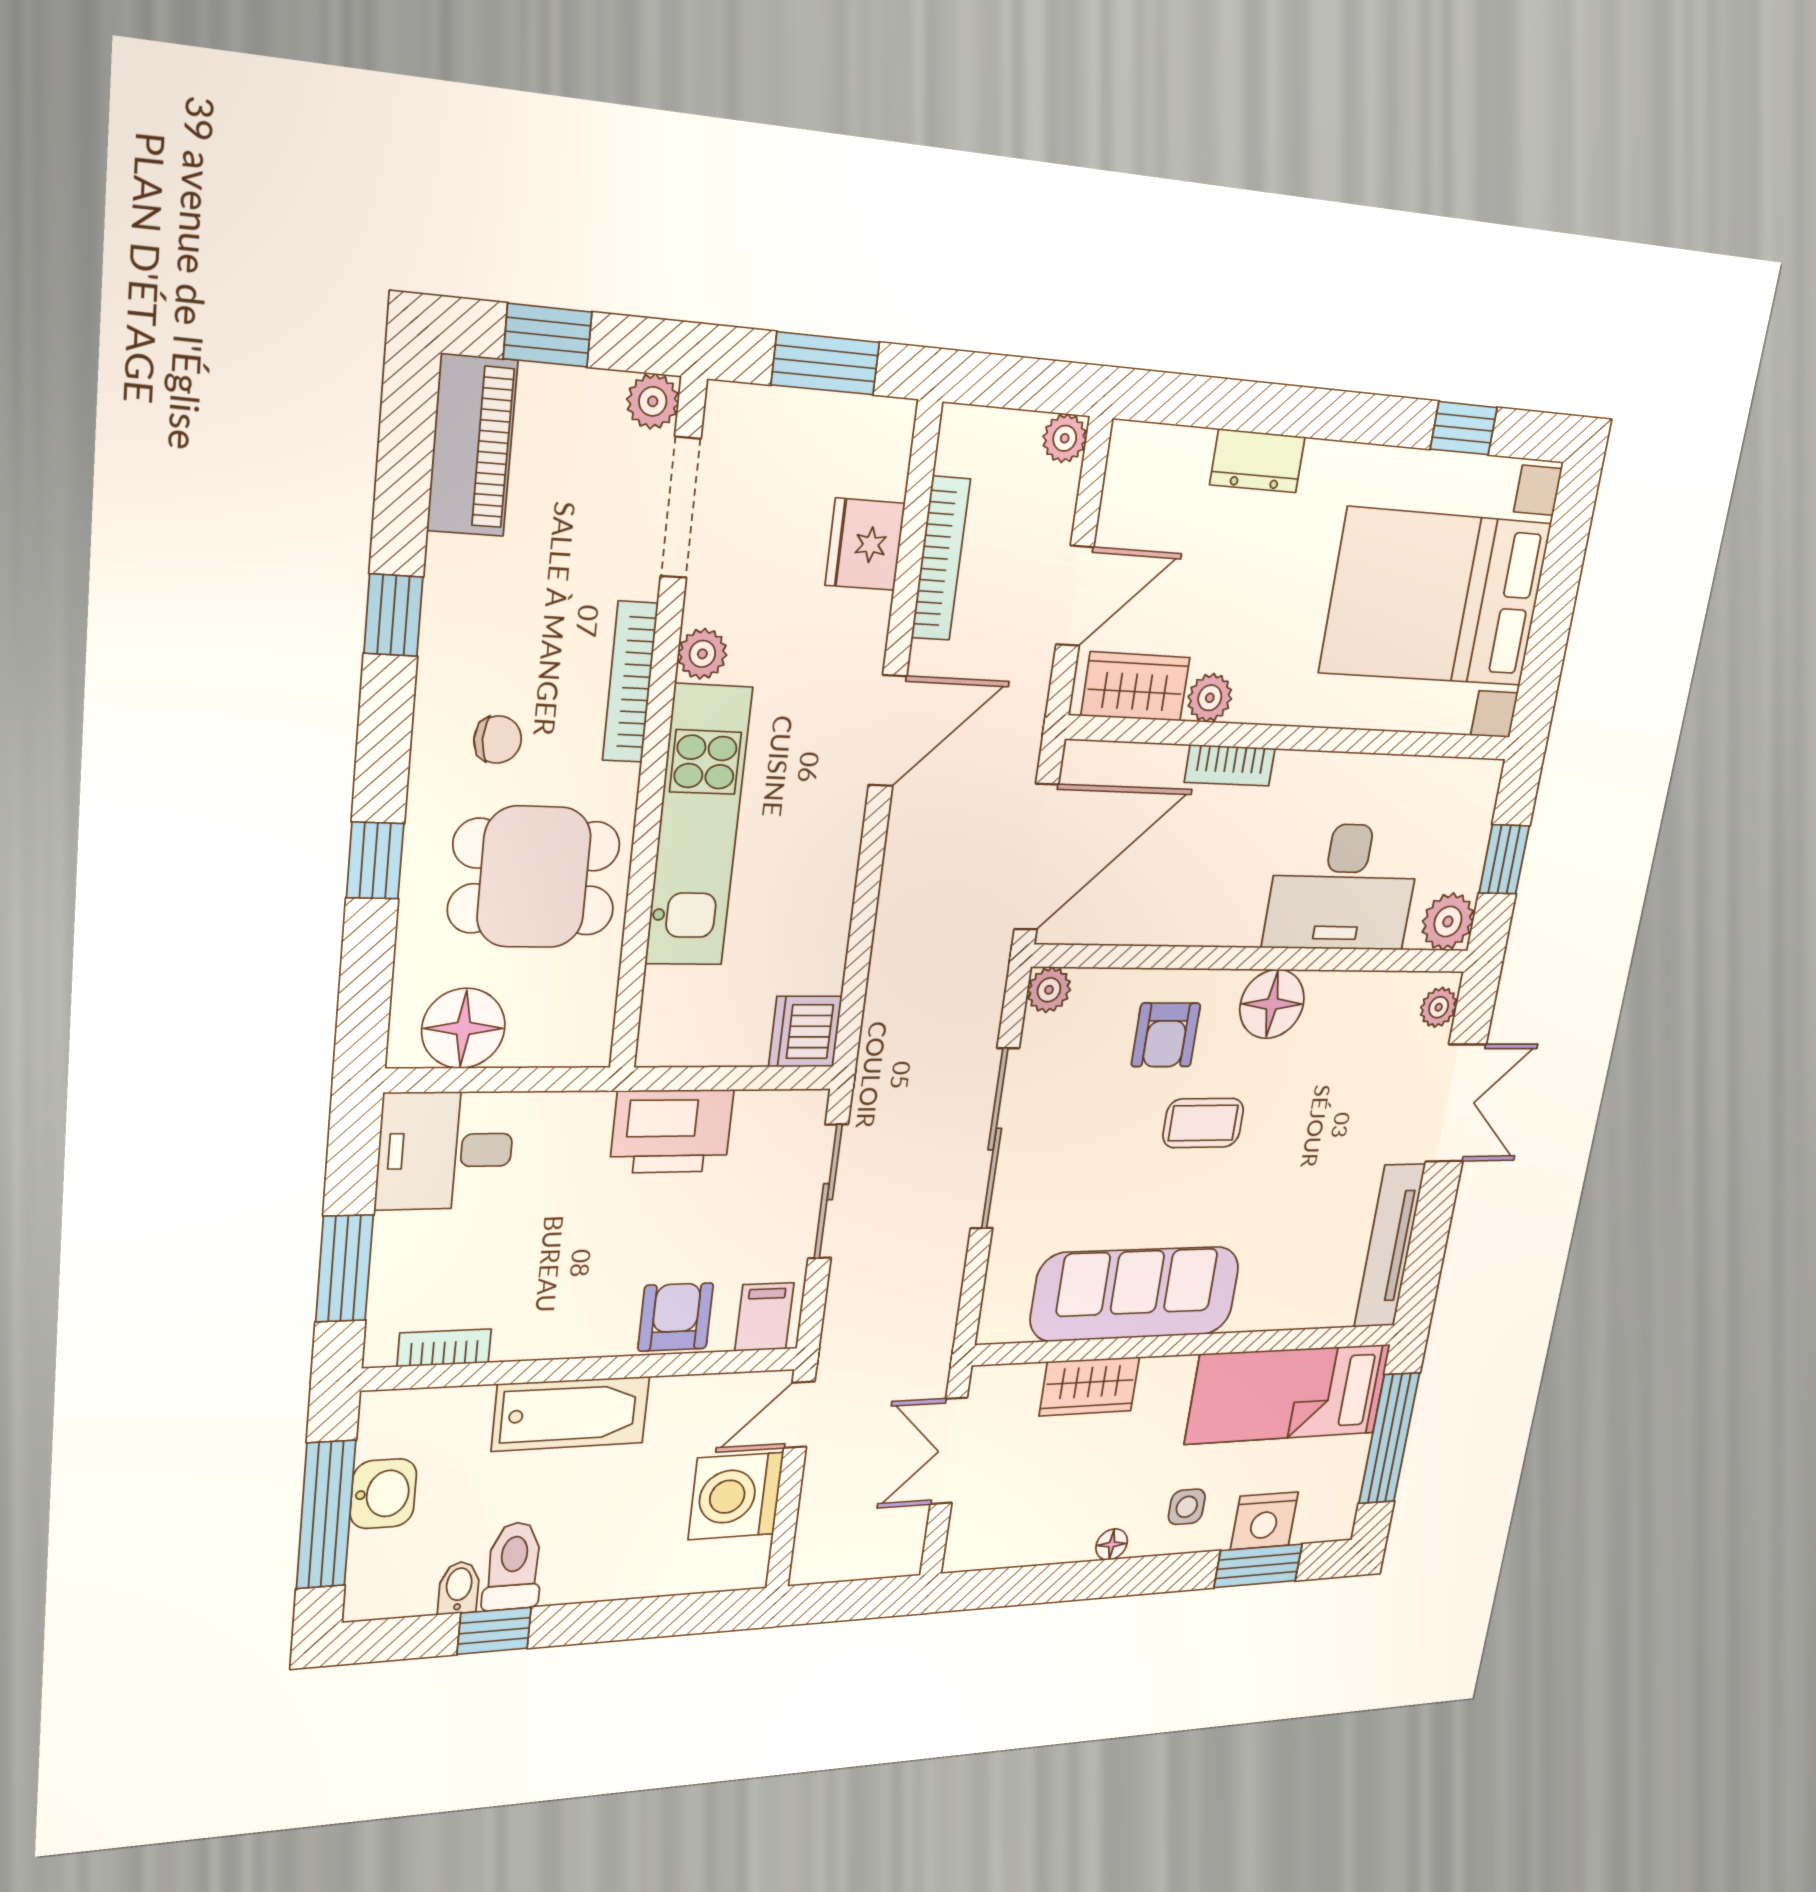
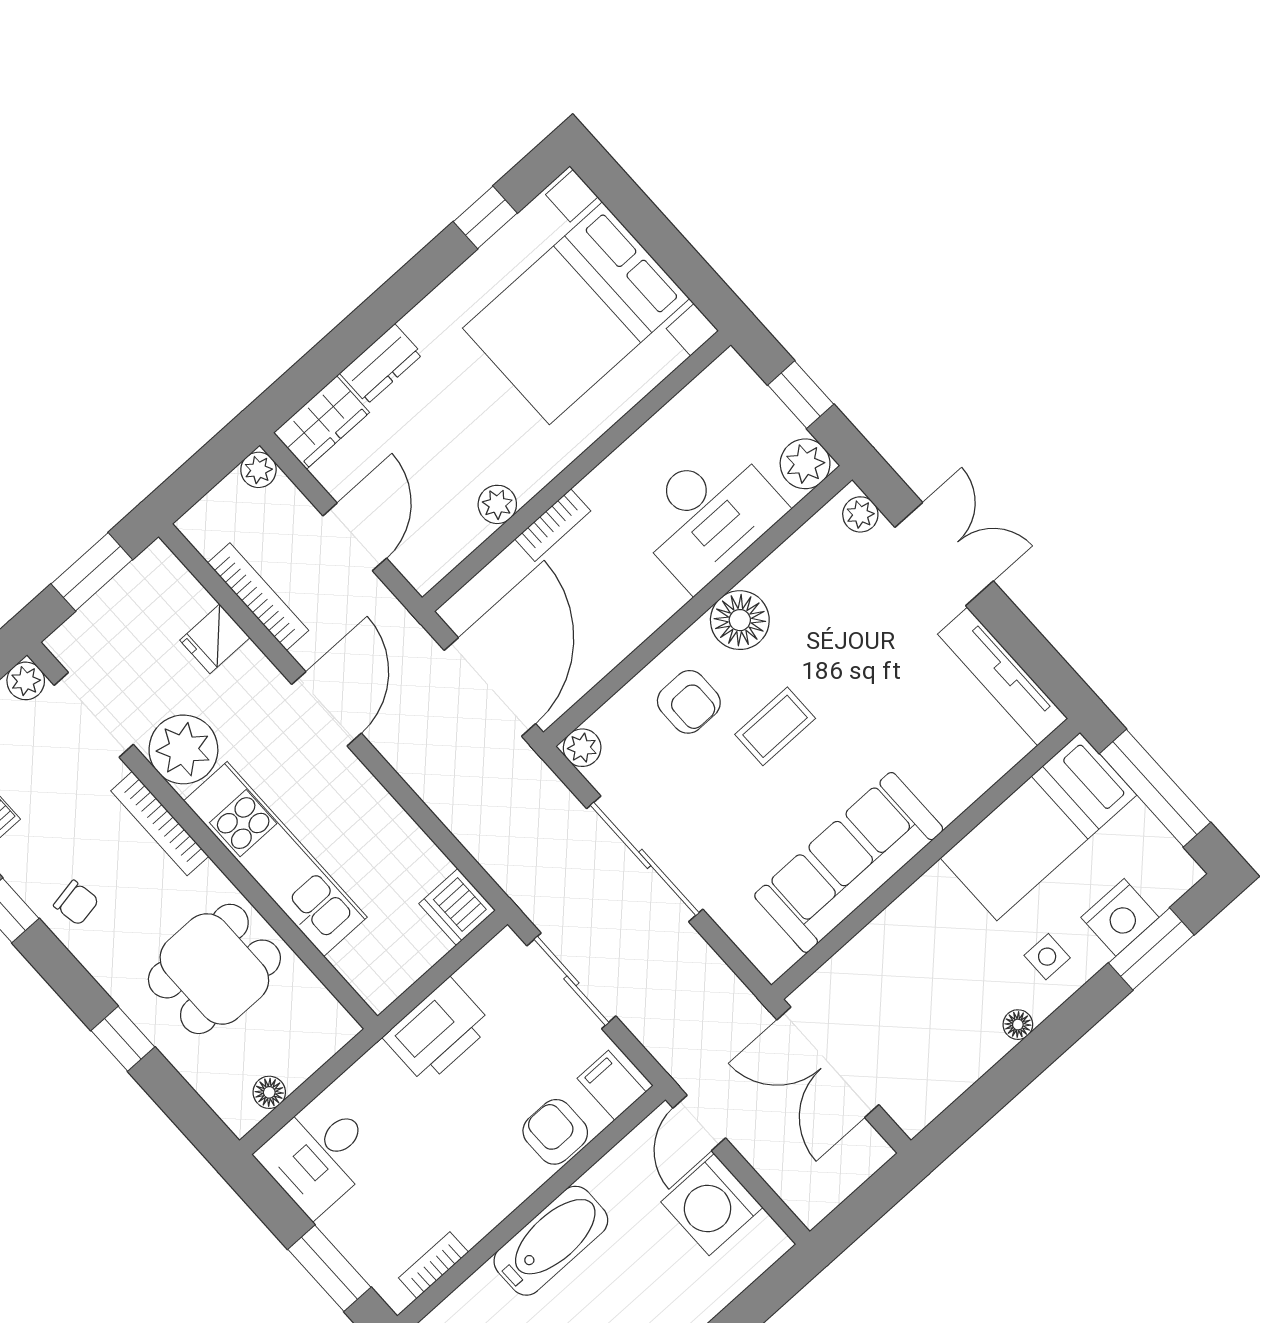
fridge: (865, 544) -> (215, 639), width x0.72
plant: (702, 654) -> (183, 749), width x1.87, depth x1.87
wardrobe: (1135, 687) -> (321, 423), moved, turned 180
chair: (498, 740) -> (76, 903), moved, turned 80
floor lamp: (463, 1028) -> (269, 1092), width x0.53, depth x0.53
wardrobe: (1089, 1386) -> (883, 943), removed
double door: (949, 1451) -> (828, 1062), width x1.37

